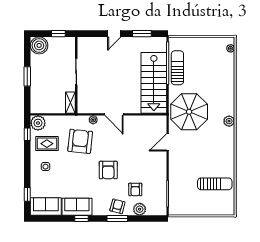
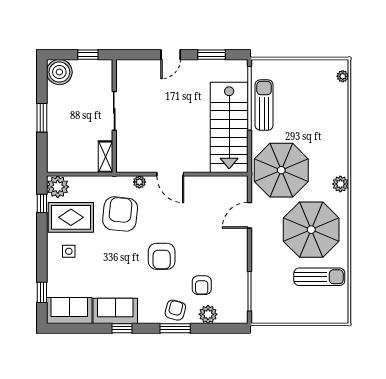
rug: (47, 144) -> (71, 217), width x1.36, depth x1.43
parasol: (209, 152) -> (311, 230), added

